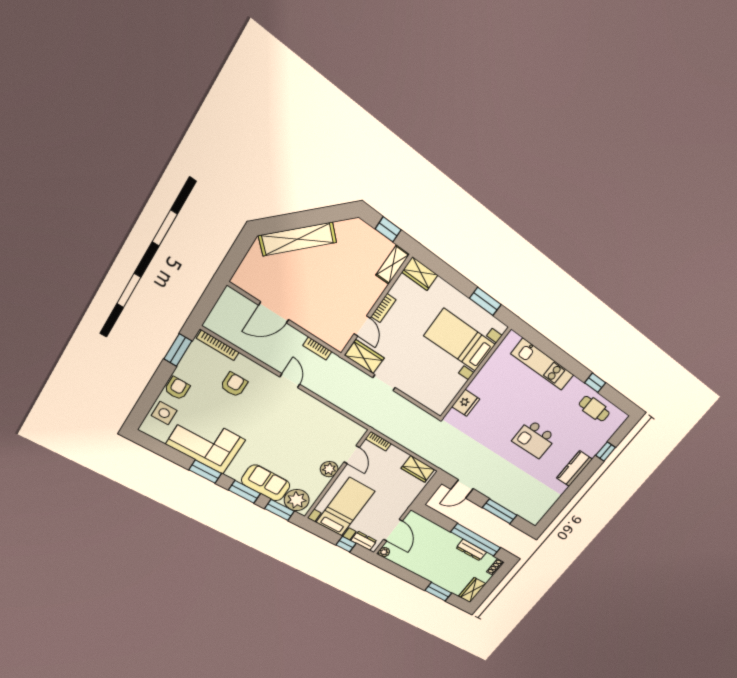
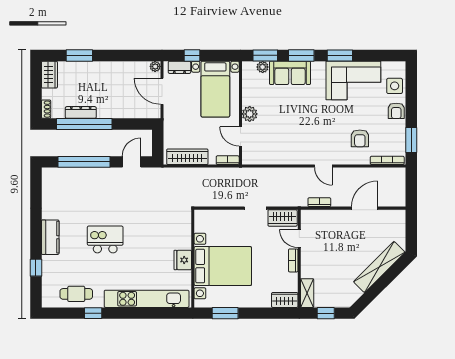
bed with nightstands: (460, 340) -> (223, 266), width x1.36
kitchen unit: (543, 364) -> (147, 299), width x1.36
fridge: (466, 403) -> (183, 260), moved
wardrobe: (418, 469) -> (187, 157), width x1.50
plant: (297, 500) -> (263, 67), width x0.53, depth x0.53
window: (500, 511) -> (84, 162), width x1.46

